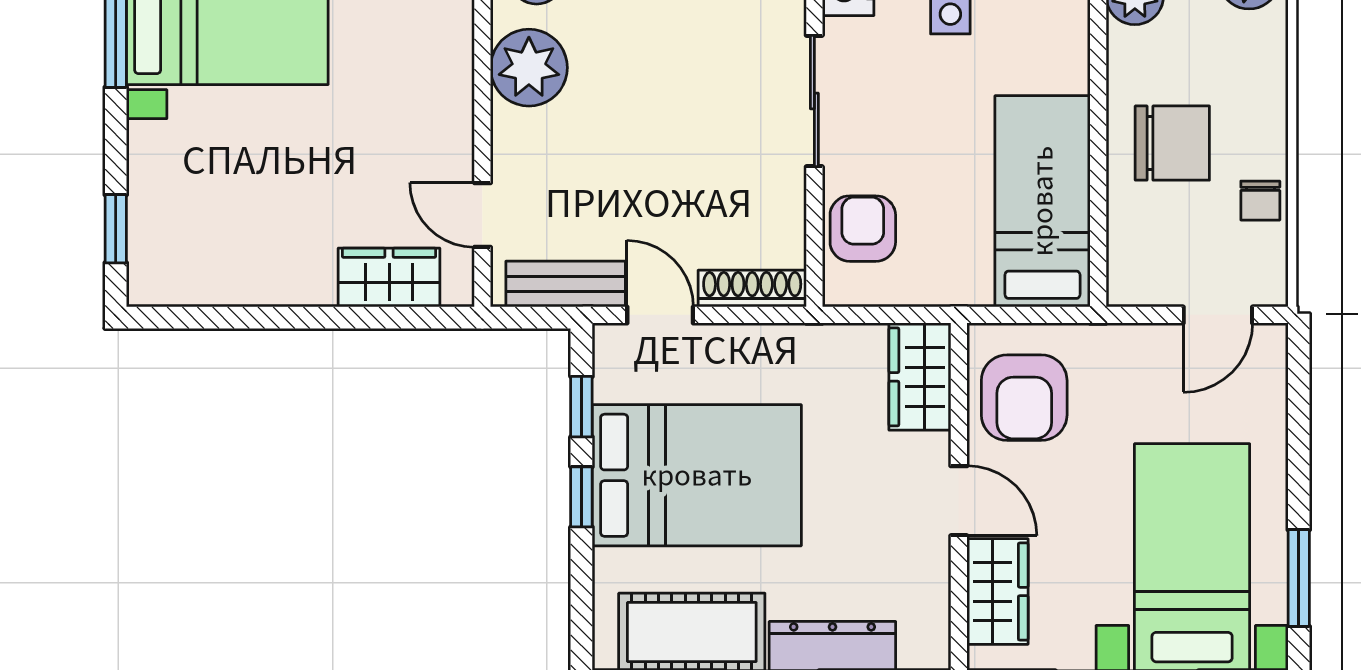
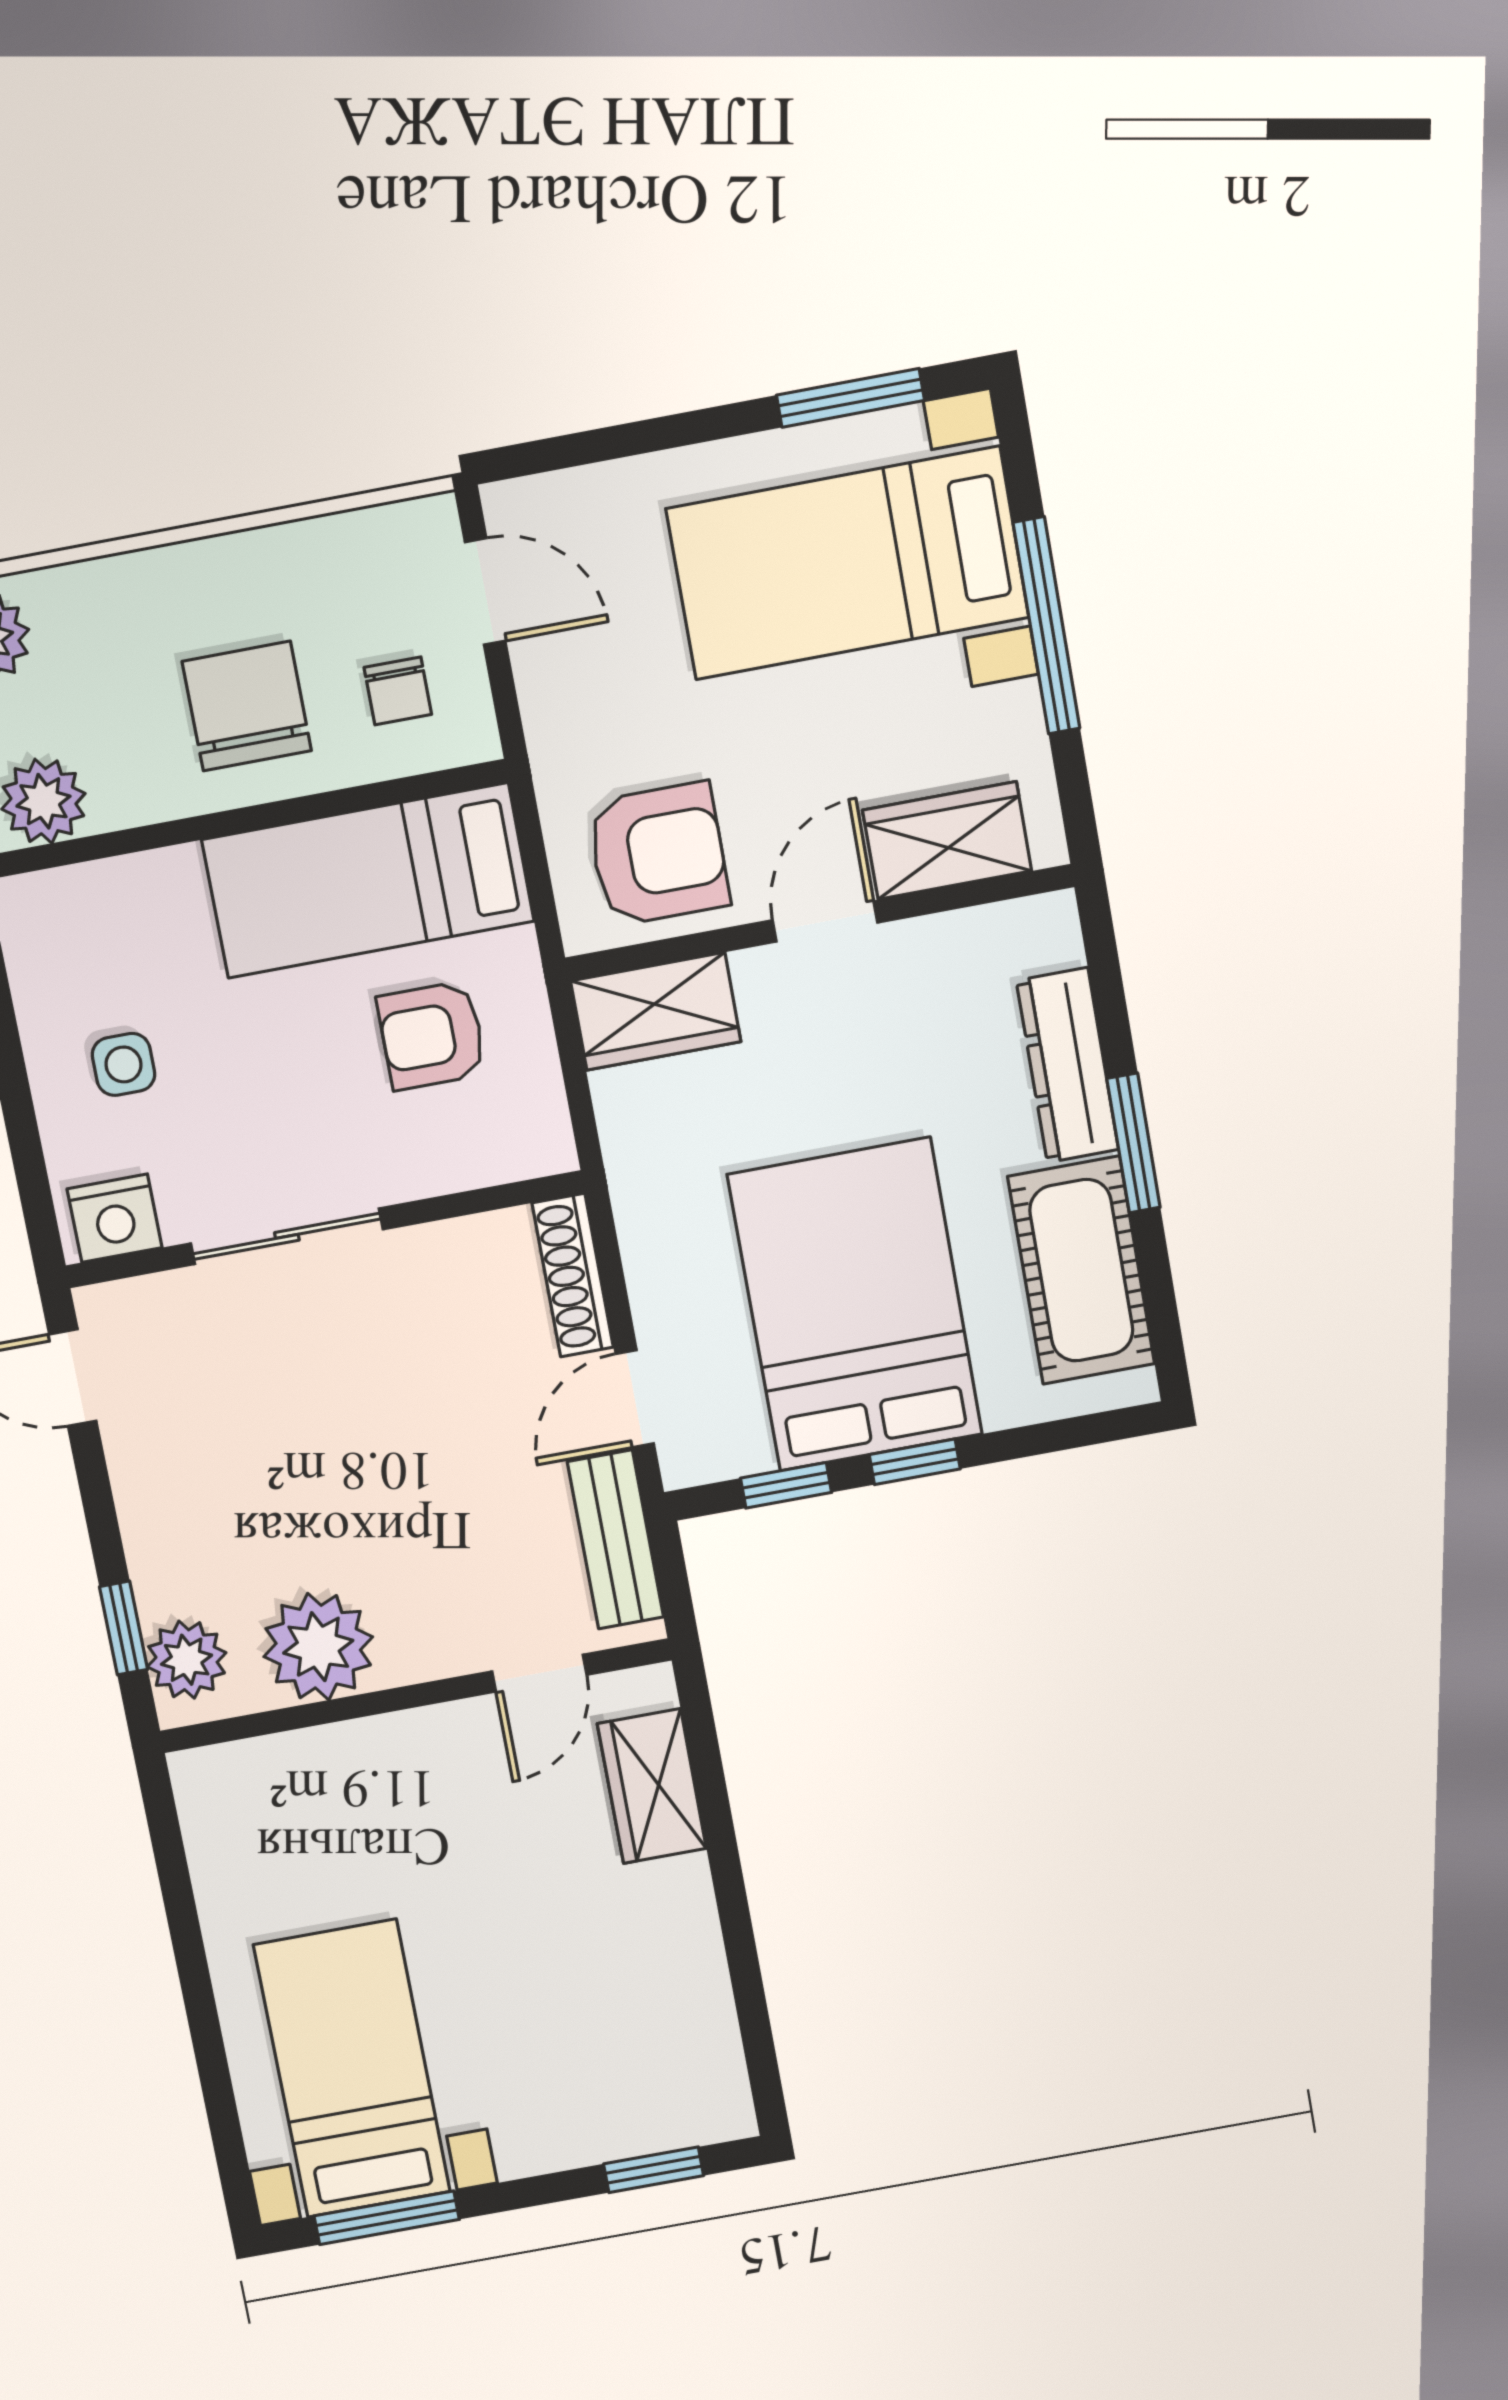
chair: (1260, 201) -> (398, 691), moved, turned 90
armchair: (863, 229) -> (432, 1035), moved

